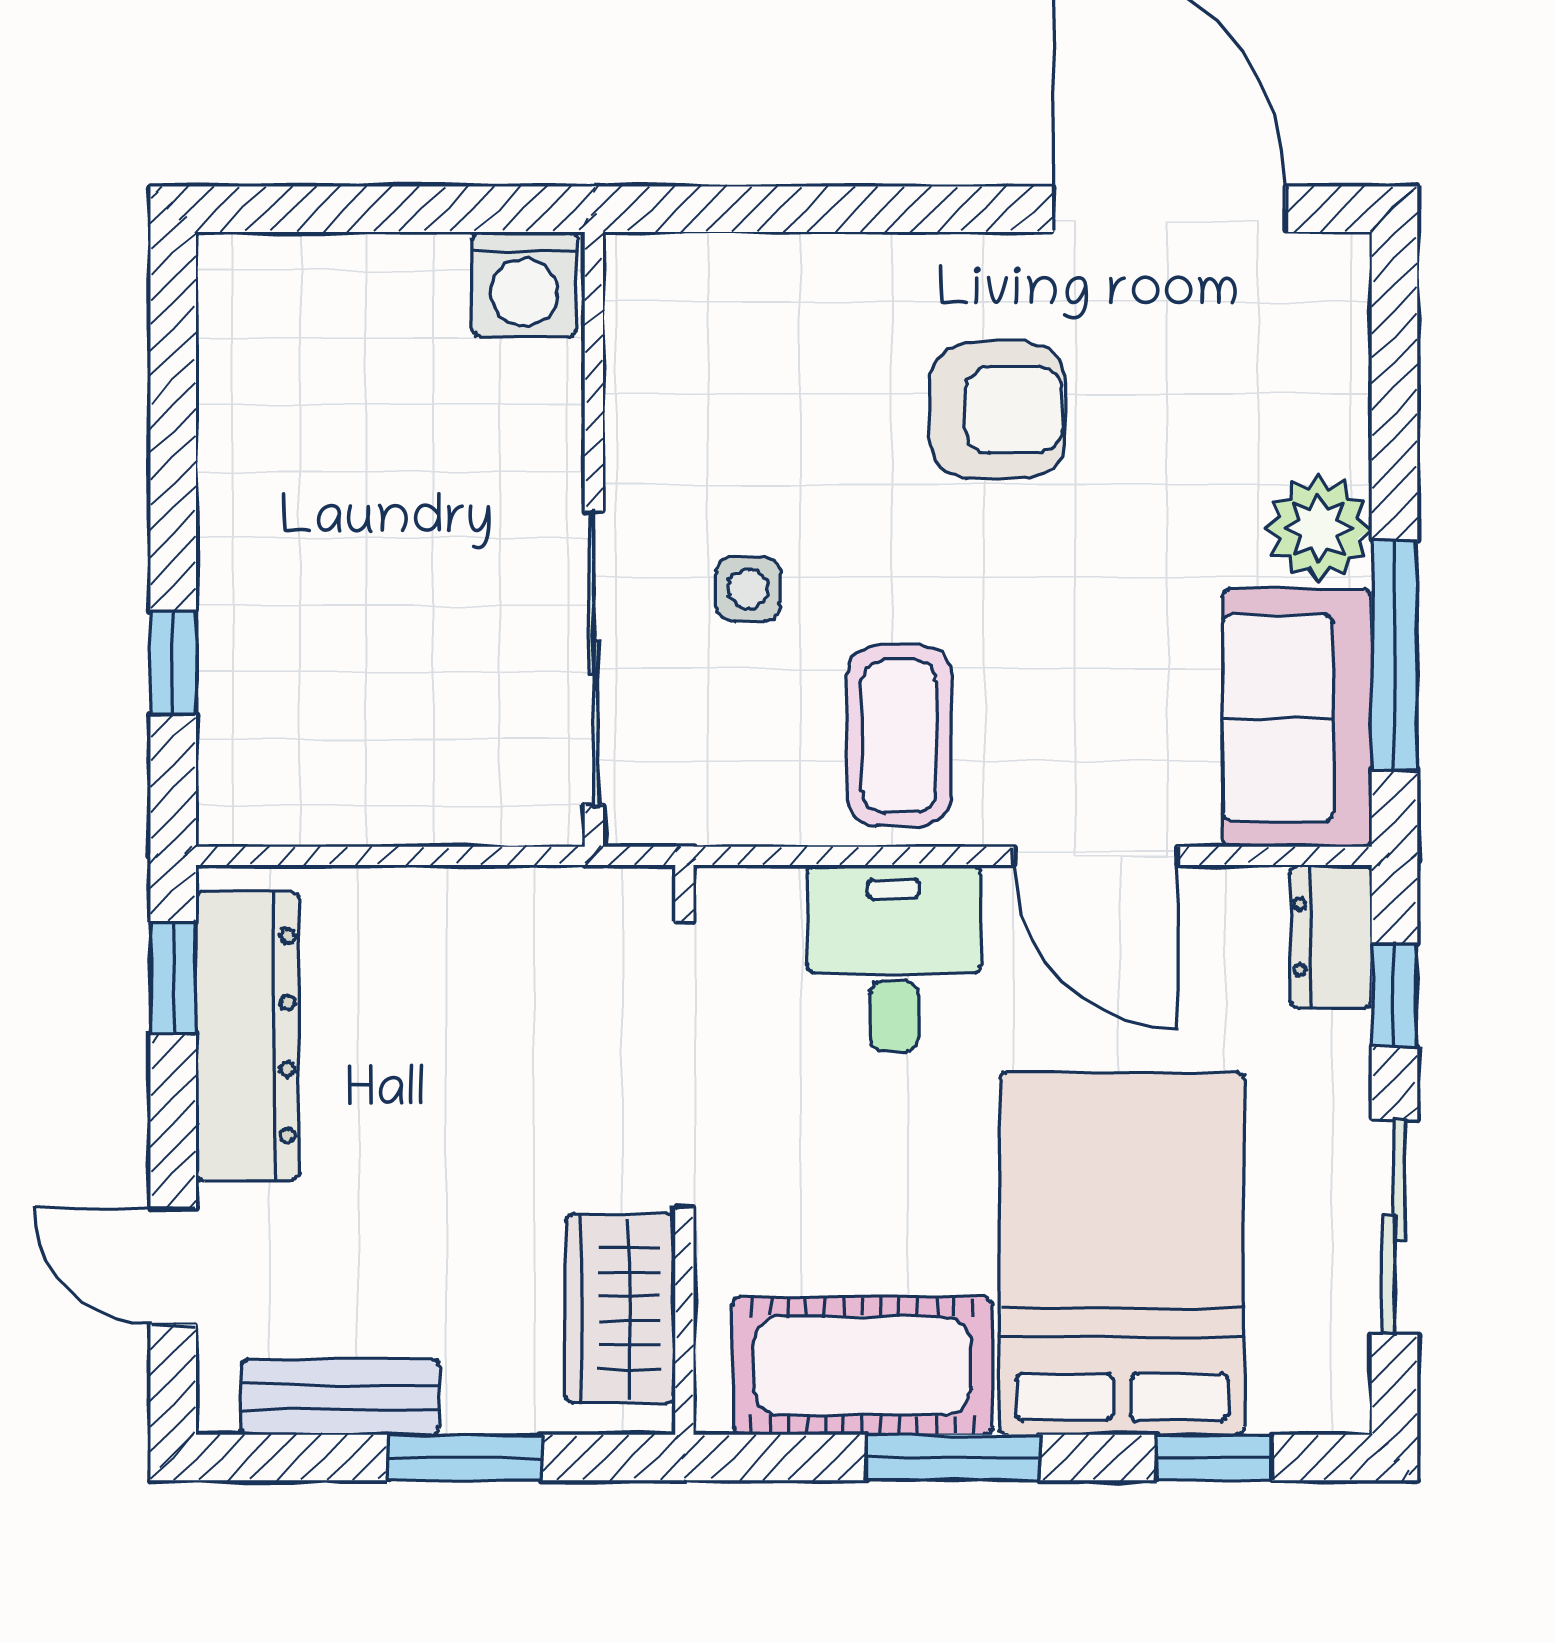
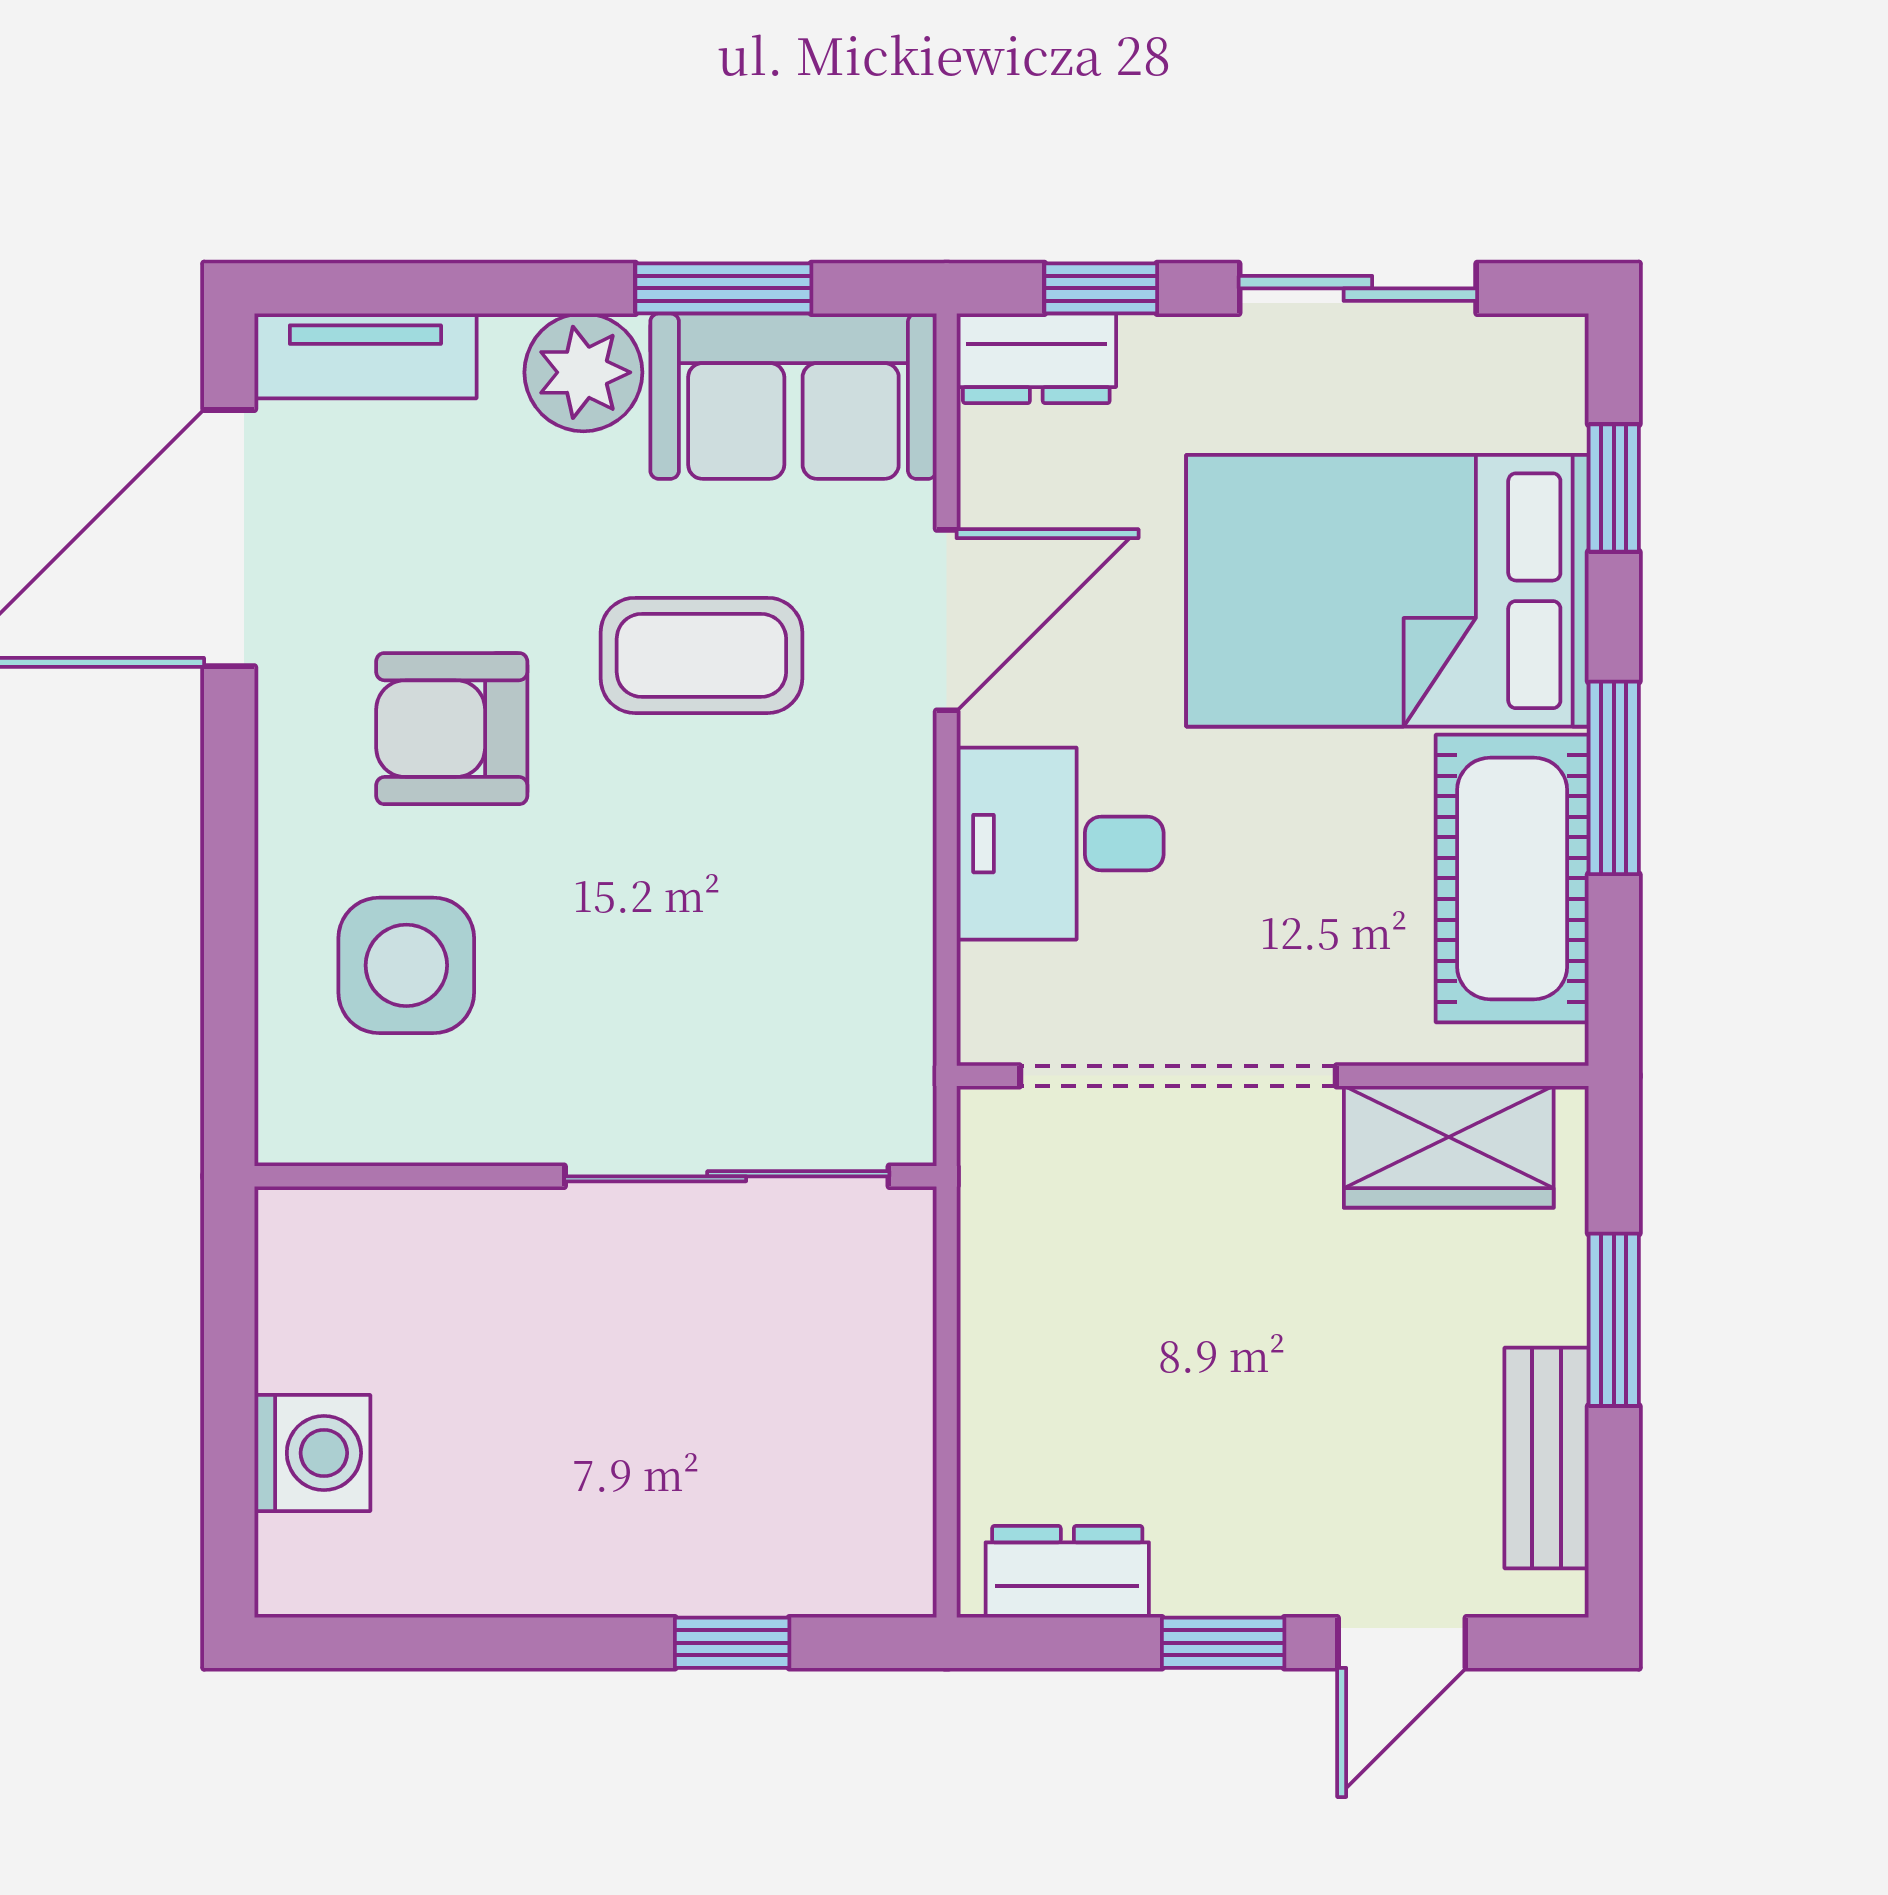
washing machine: (524, 284) -> (312, 1453), moved
tv unit: (1334, 332) -> (365, 356), added
armchair: (998, 410) -> (452, 729), turned -90
side table: (748, 589) -> (406, 965), moved, width x1.87, depth x1.87
window: (1394, 655) -> (723, 288), width x0.69
coffee table: (899, 736) -> (701, 655), moved
window: (173, 978) -> (1223, 1643), moved
dresser: (247, 1036) -> (1067, 1572), width x0.51, depth x0.80

